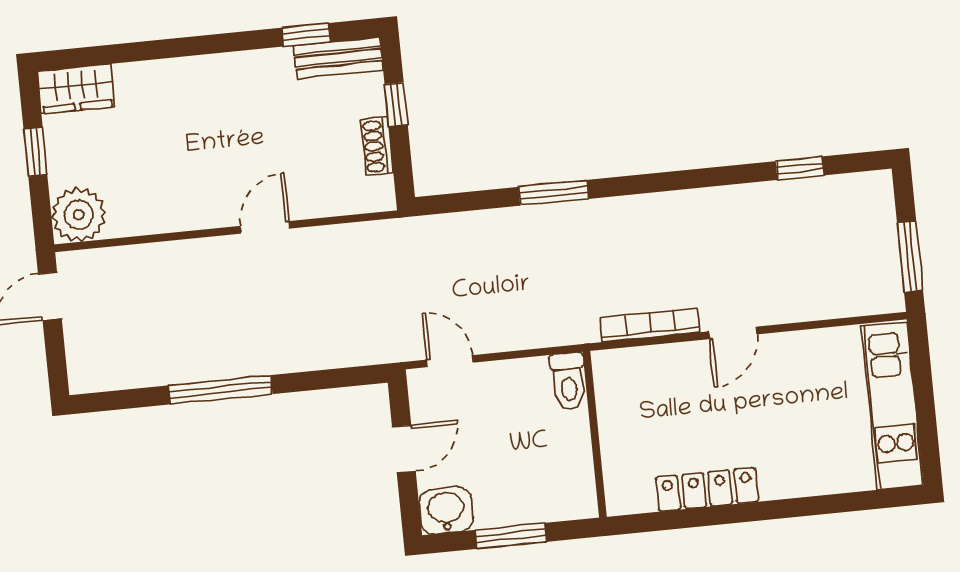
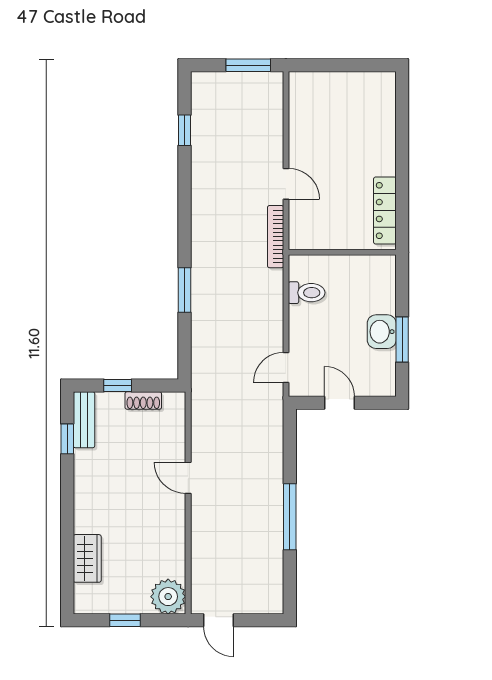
wardrobe: (76, 89) -> (87, 558), moved
kitchen unit: (892, 406) -> (343, 86), removed
wall: (595, 434) -> (342, 252), moved
washbasin: (446, 511) -> (382, 332), moved

